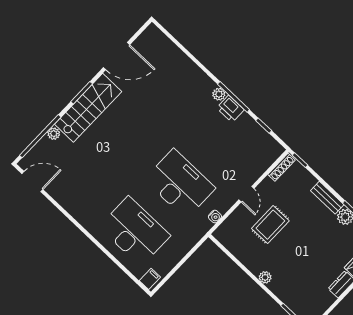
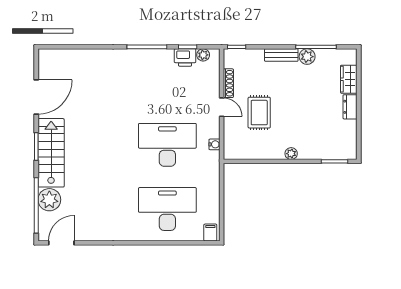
plant: (219, 94) -> (203, 55), moved
printer: (230, 109) -> (185, 57), moved
plant: (54, 134) -> (49, 200), width x1.88, depth x1.88
shoe rack: (281, 167) -> (228, 83), moved

